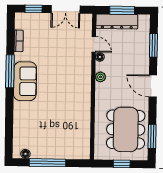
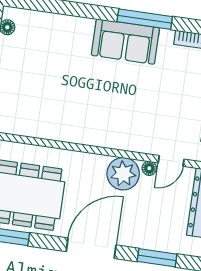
plant: (100, 77) -> (123, 174), width x1.87, depth x1.87
door: (153, 86) -> (91, 248), width x1.36

